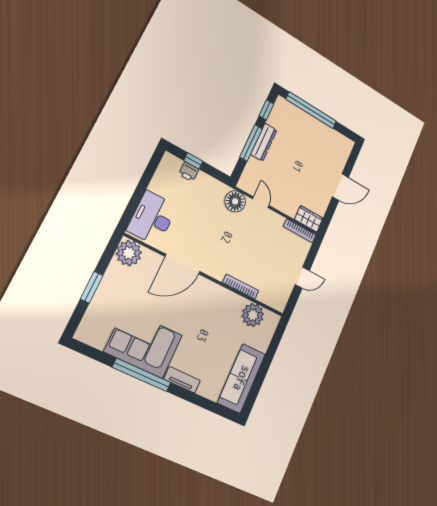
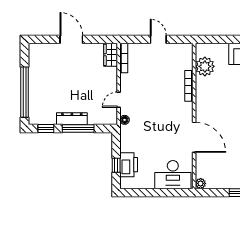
printer: (189, 172) -> (129, 165), width x1.87, depth x1.48
floor lamp: (235, 201) -> (125, 120), width x0.53, depth x0.53
plant: (129, 253) -> (201, 183), width x0.53, depth x0.53

